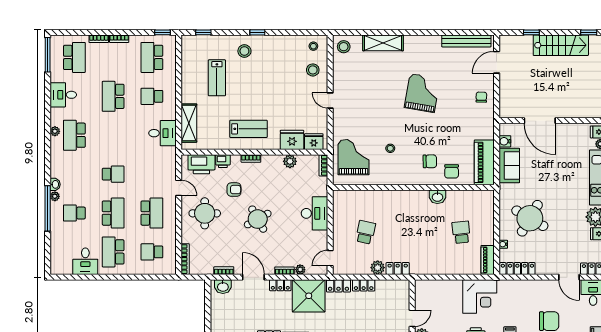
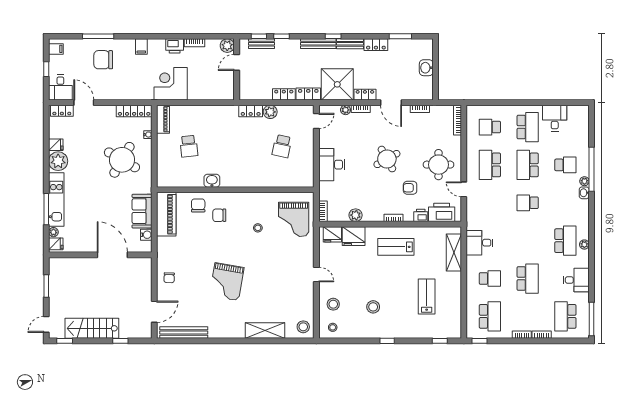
stool: (244, 51) -> (373, 307), moved
school desk: (152, 252) -> (490, 127), turned 180
washbasin: (223, 287) -> (426, 68), moved, turned -90

